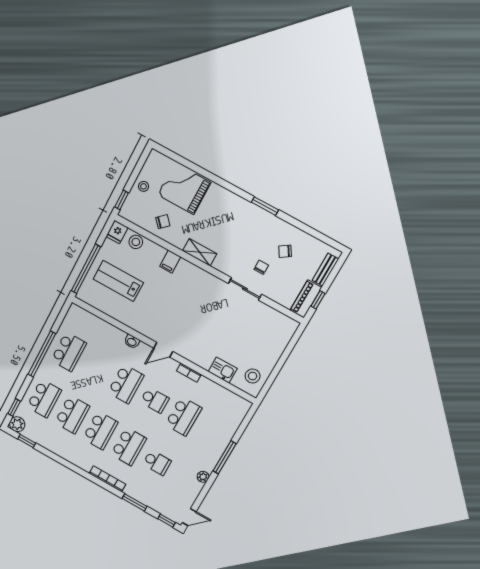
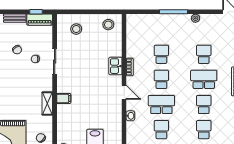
filing cabinet: (170, 262) -> (64, 99), moved
stool: (269, 336) -> (76, 29), added
school desk: (97, 368) -> (161, 130), added
kitchen sink: (223, 370) -> (115, 66), moved
school desk: (72, 414) -> (204, 130), width x0.54
school desk: (183, 416) -> (161, 54), width x0.54
school desk: (100, 430) -> (204, 104), width x0.54

